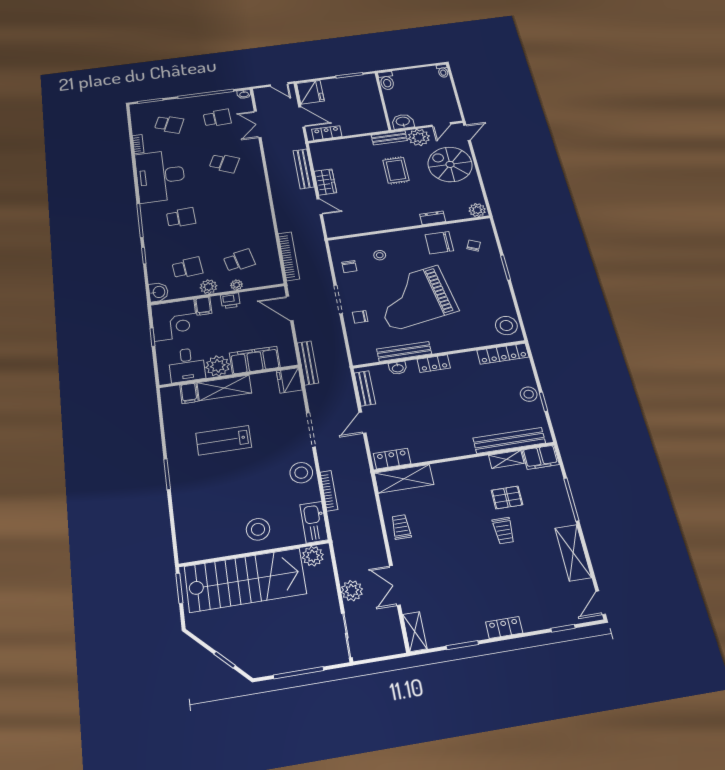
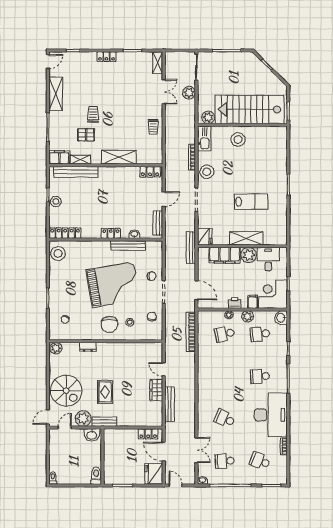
chair: (439, 243) -> (109, 324), moved, turned 87
filing cabinet: (189, 393) -> (269, 238), removed
shelving: (404, 479) -> (119, 157), moved

